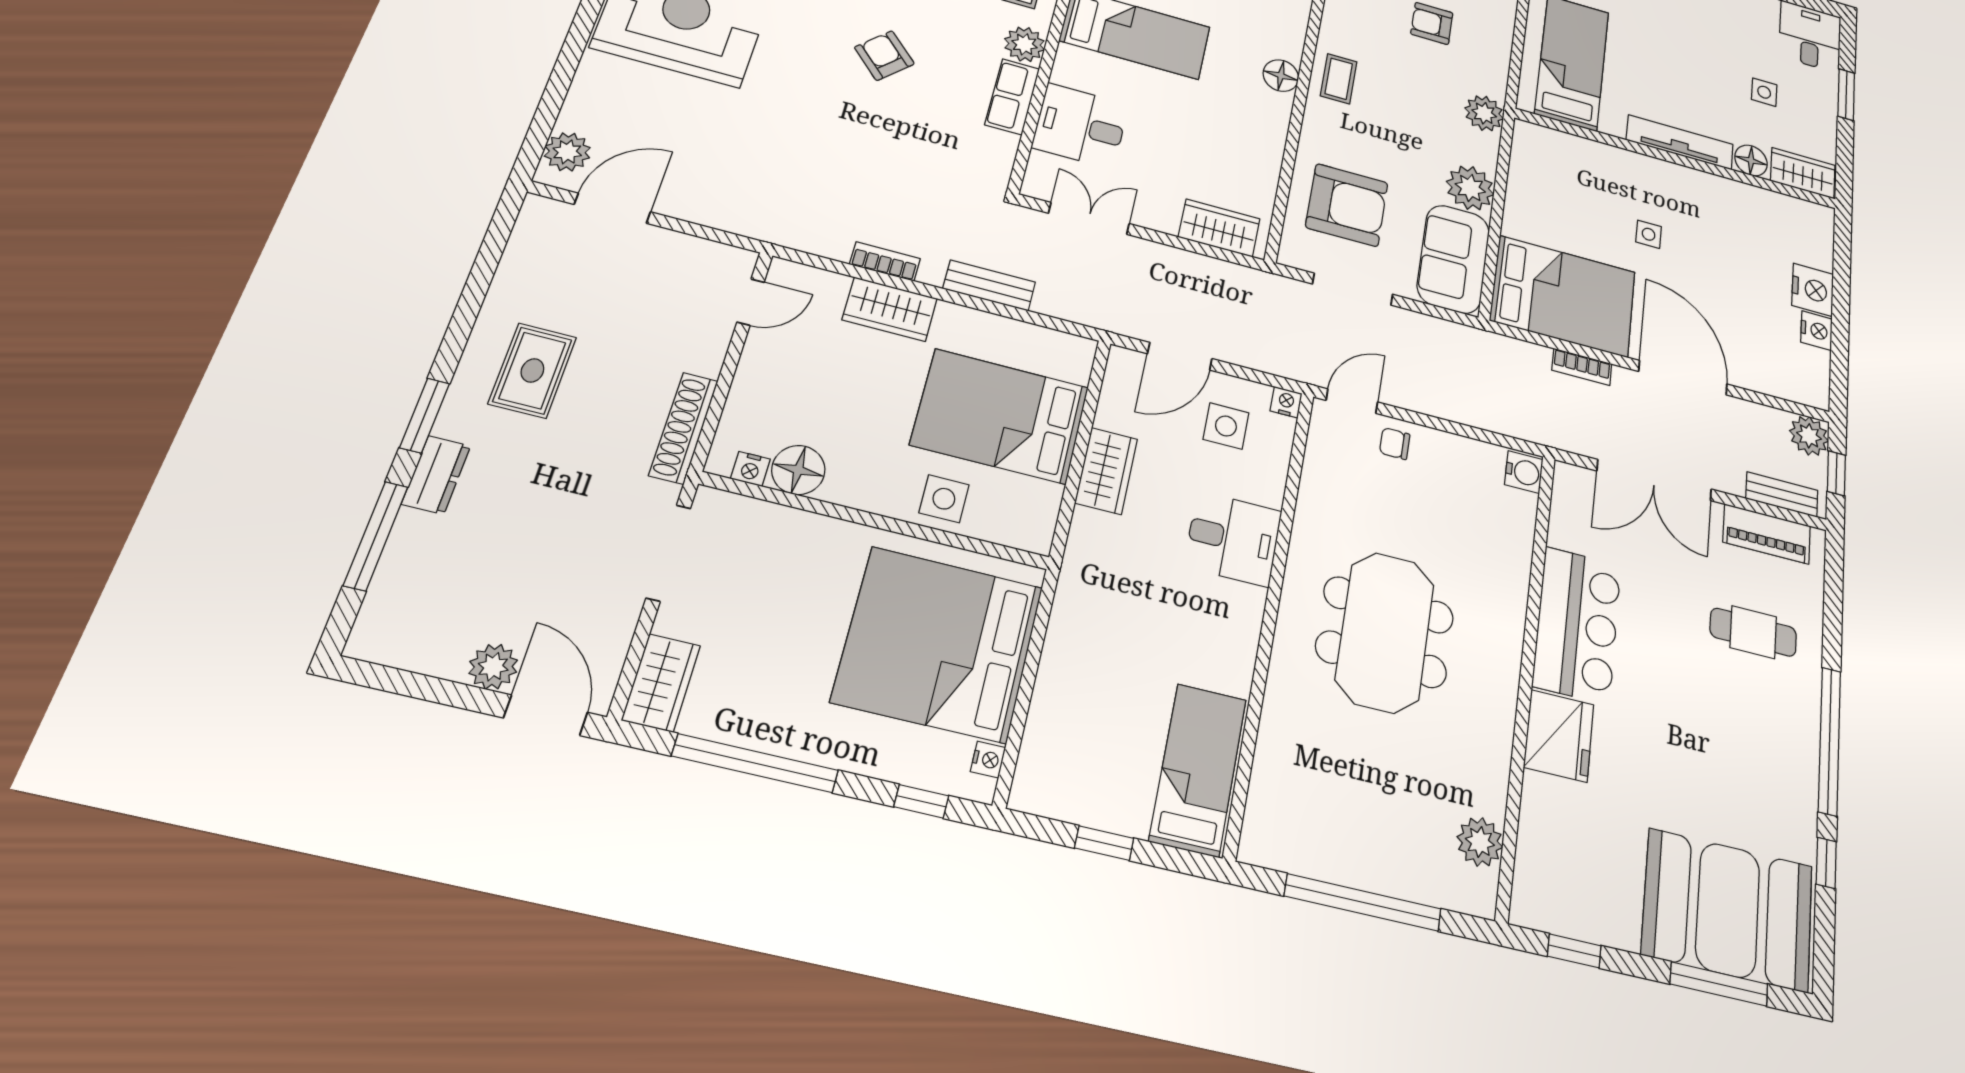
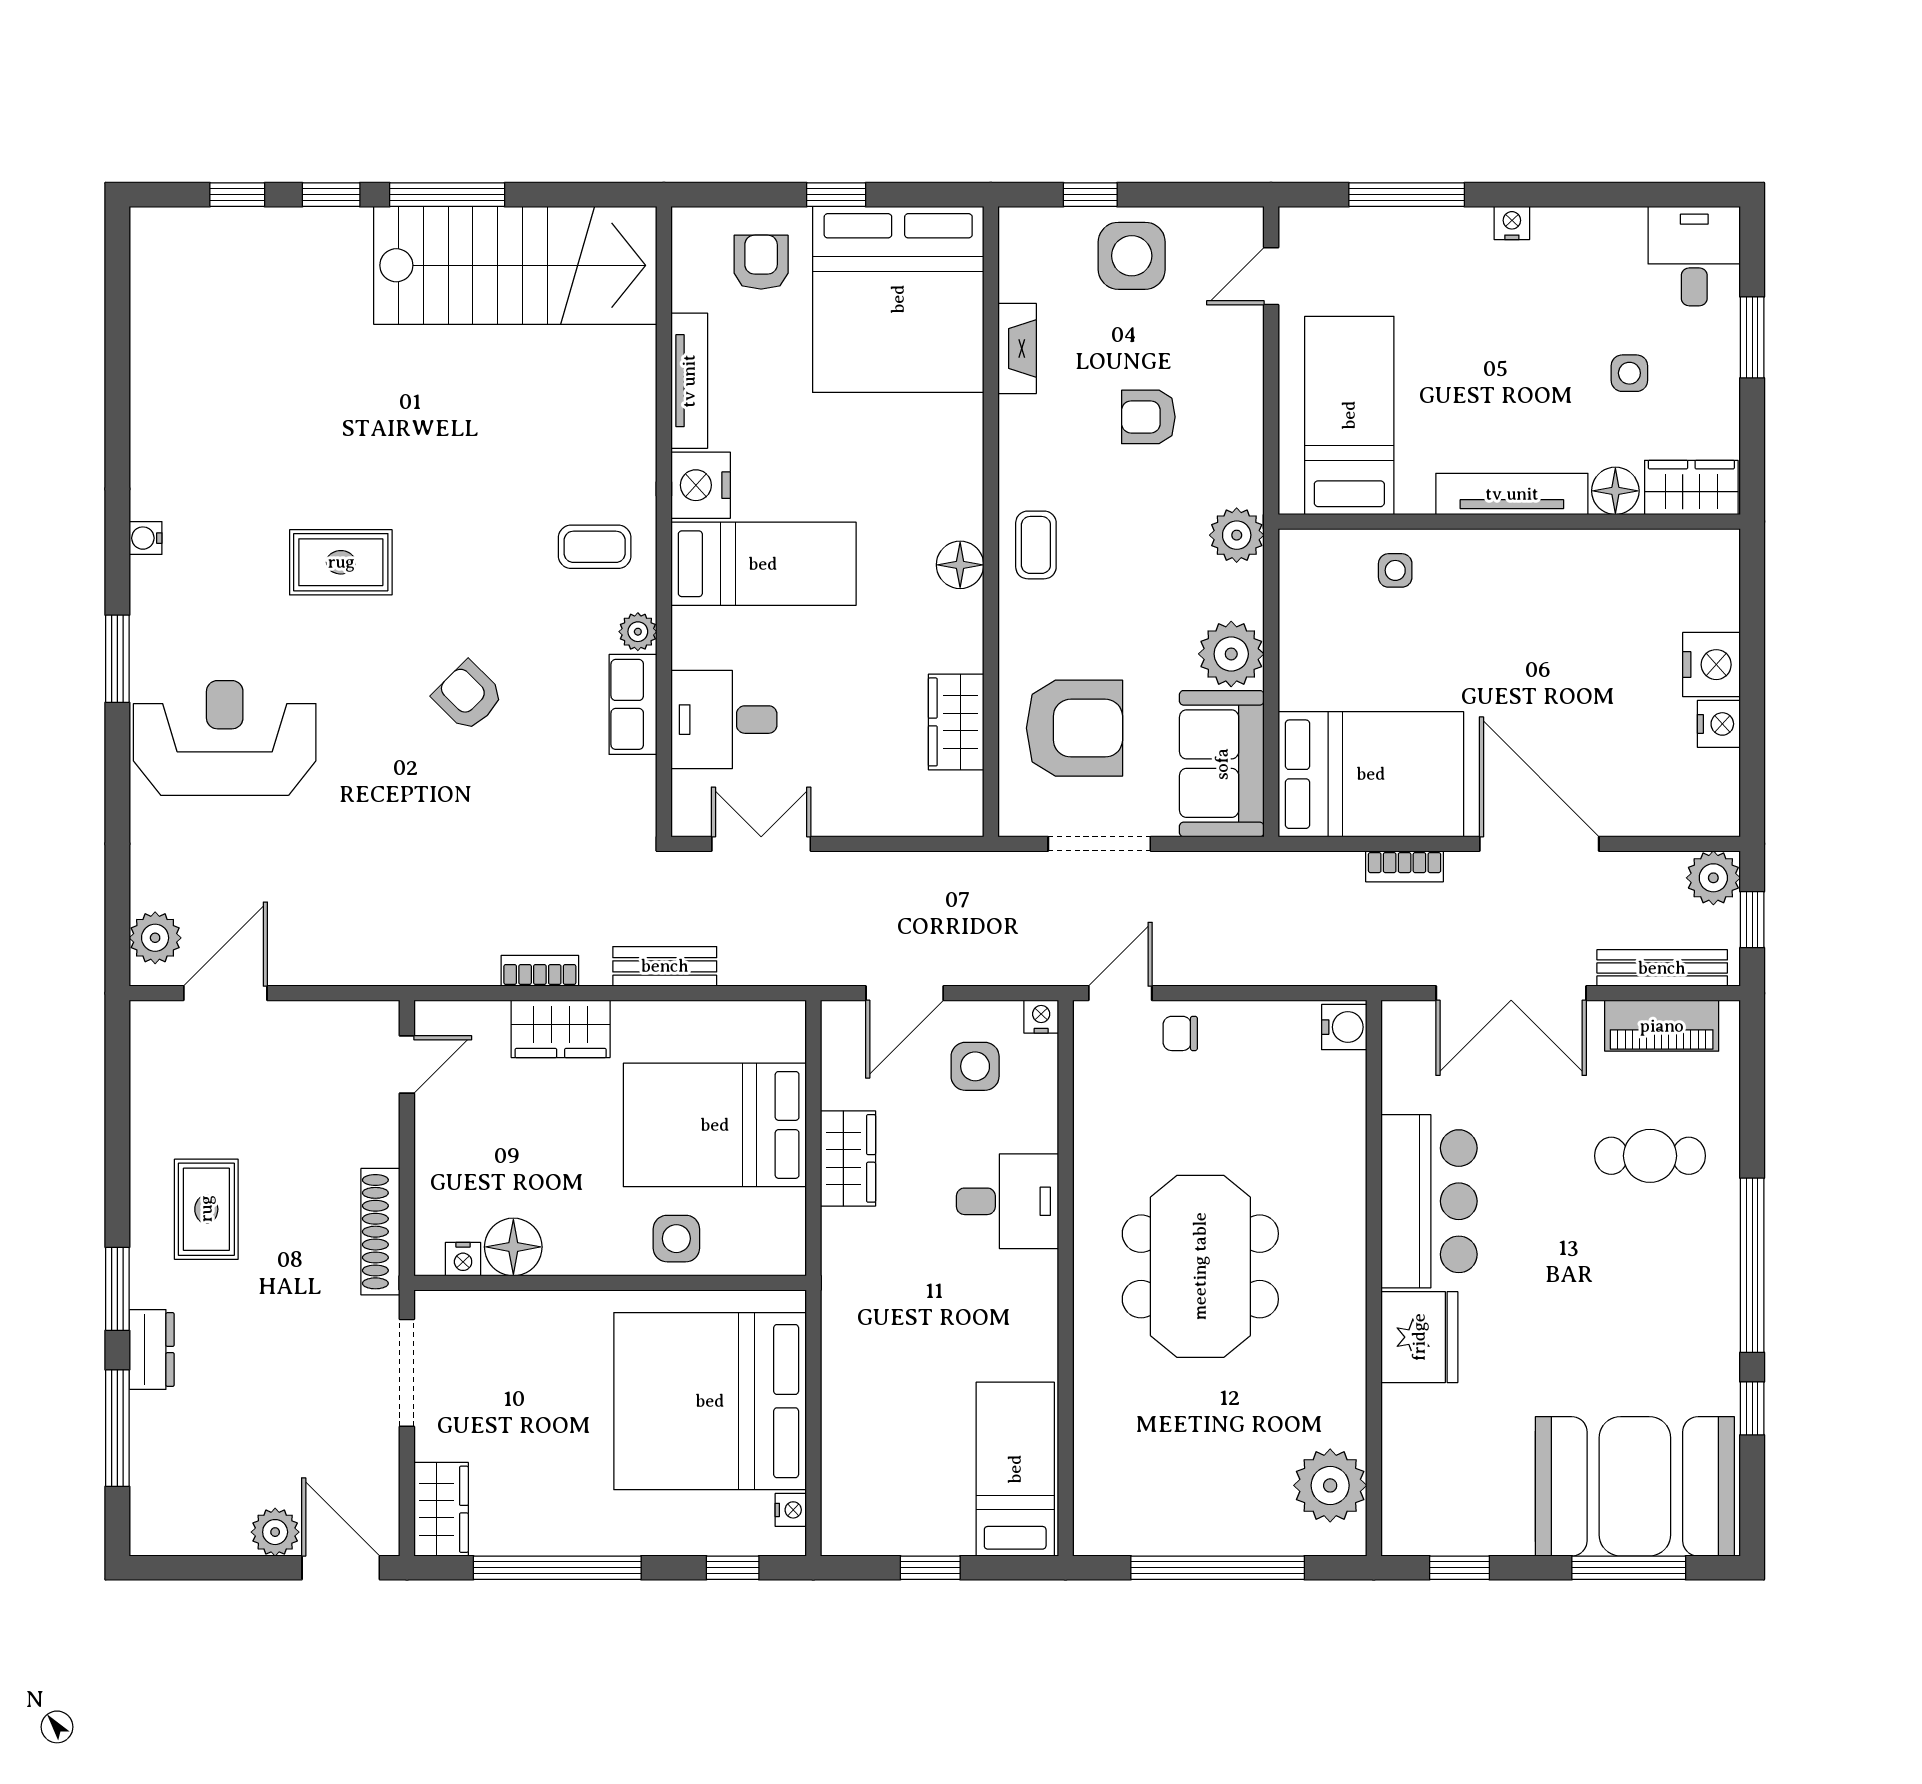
plant: (1025, 44) -> (638, 632), width x0.73, depth x0.73
wardrobe: (1219, 228) -> (956, 722), moved, turned -90
side table: (1649, 234) -> (1395, 570), moved
bench: (1782, 494) -> (1662, 968), width x1.36
plant: (1480, 842) -> (1330, 1485), width x1.36, depth x1.36

